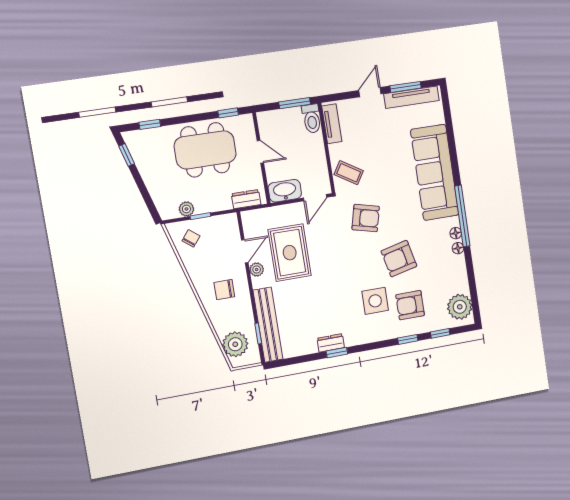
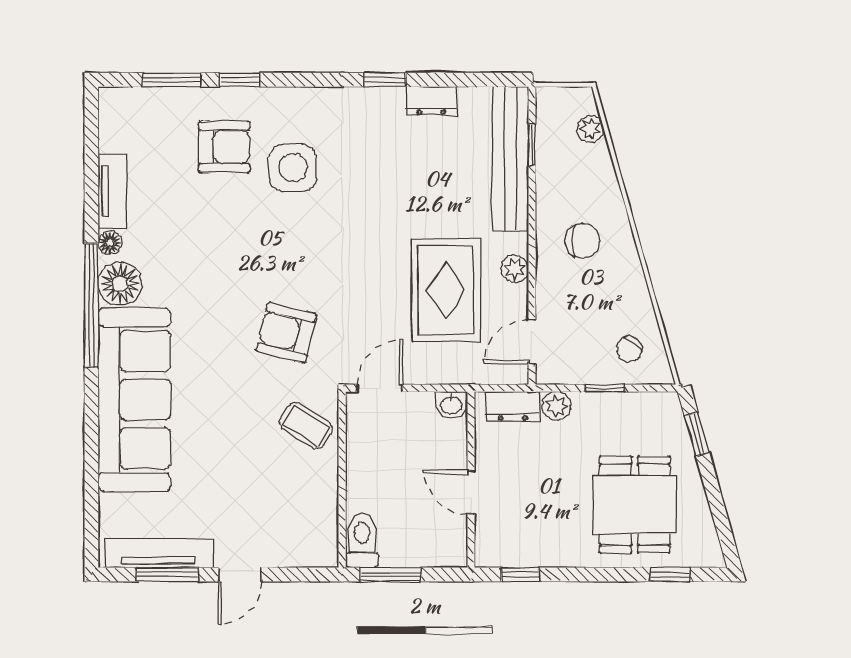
tv unit: (332, 124) -> (112, 191), moved, turned 180
dining table: (205, 150) -> (635, 505), moved, width x0.73
window: (127, 155) -> (697, 434), moved
washbasin: (285, 191) -> (451, 405), width x0.52, depth x0.69
plant: (186, 209) -> (556, 406), moved
floor lamp: (456, 233) -> (120, 284), width x1.89, depth x1.89
door: (245, 251) -> (532, 342), moved
armchair: (399, 259) -> (232, 242), removed
plant: (460, 307) -> (124, 126), removed
window: (440, 333) -> (172, 80), width x1.50
dresser: (331, 343) -> (431, 101), moved
plant: (235, 344) -> (590, 129), width x0.53, depth x0.53

